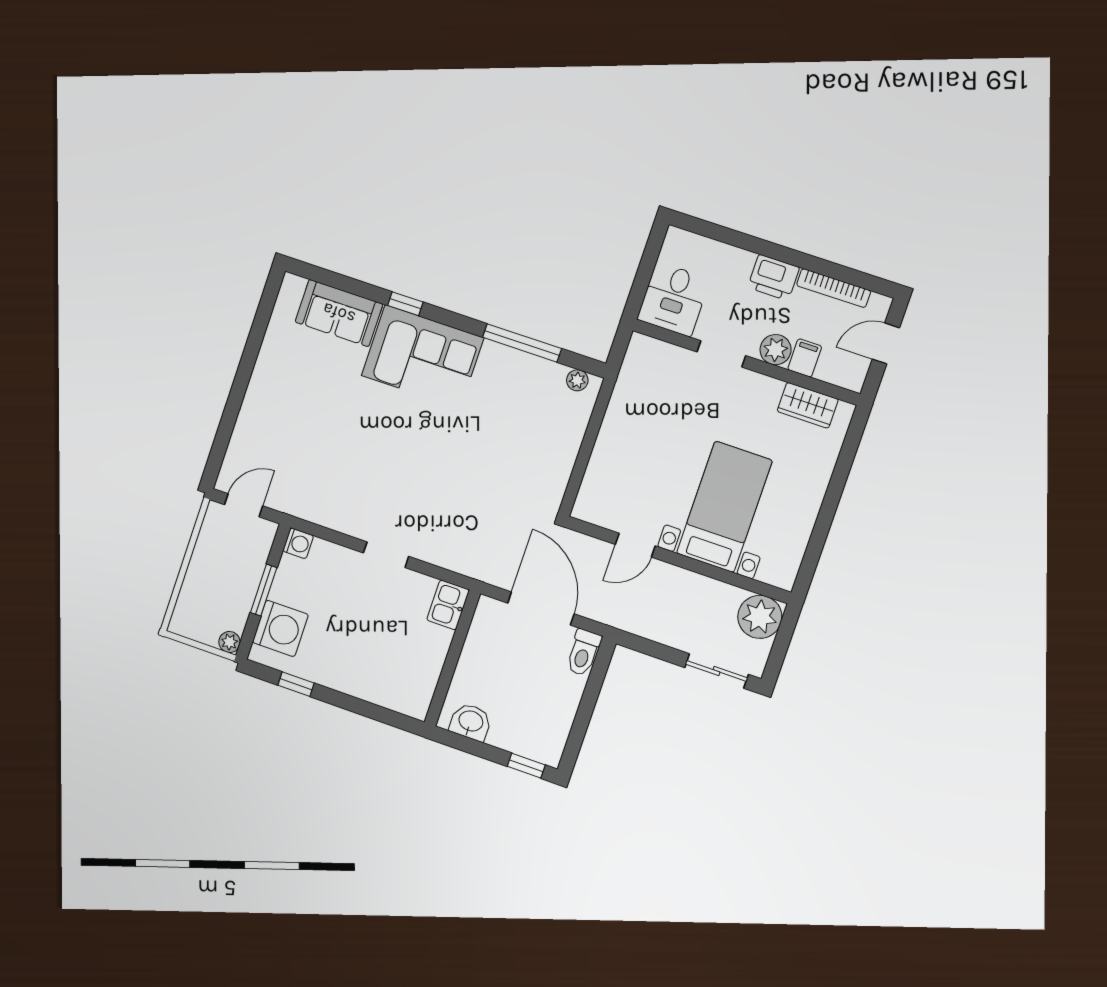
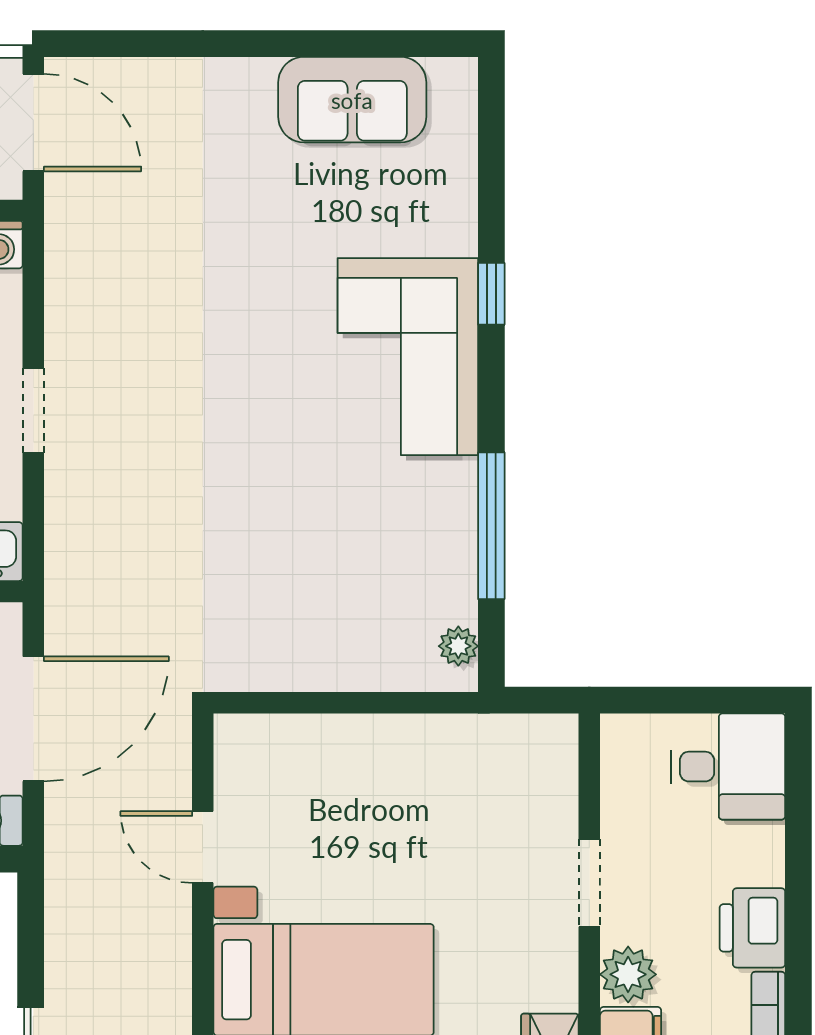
desk: (674, 299) -> (728, 767), moved, turned 180
sofa: (339, 313) -> (352, 100), moved, turned -90
door: (244, 505) -> (33, 123), width x1.38

